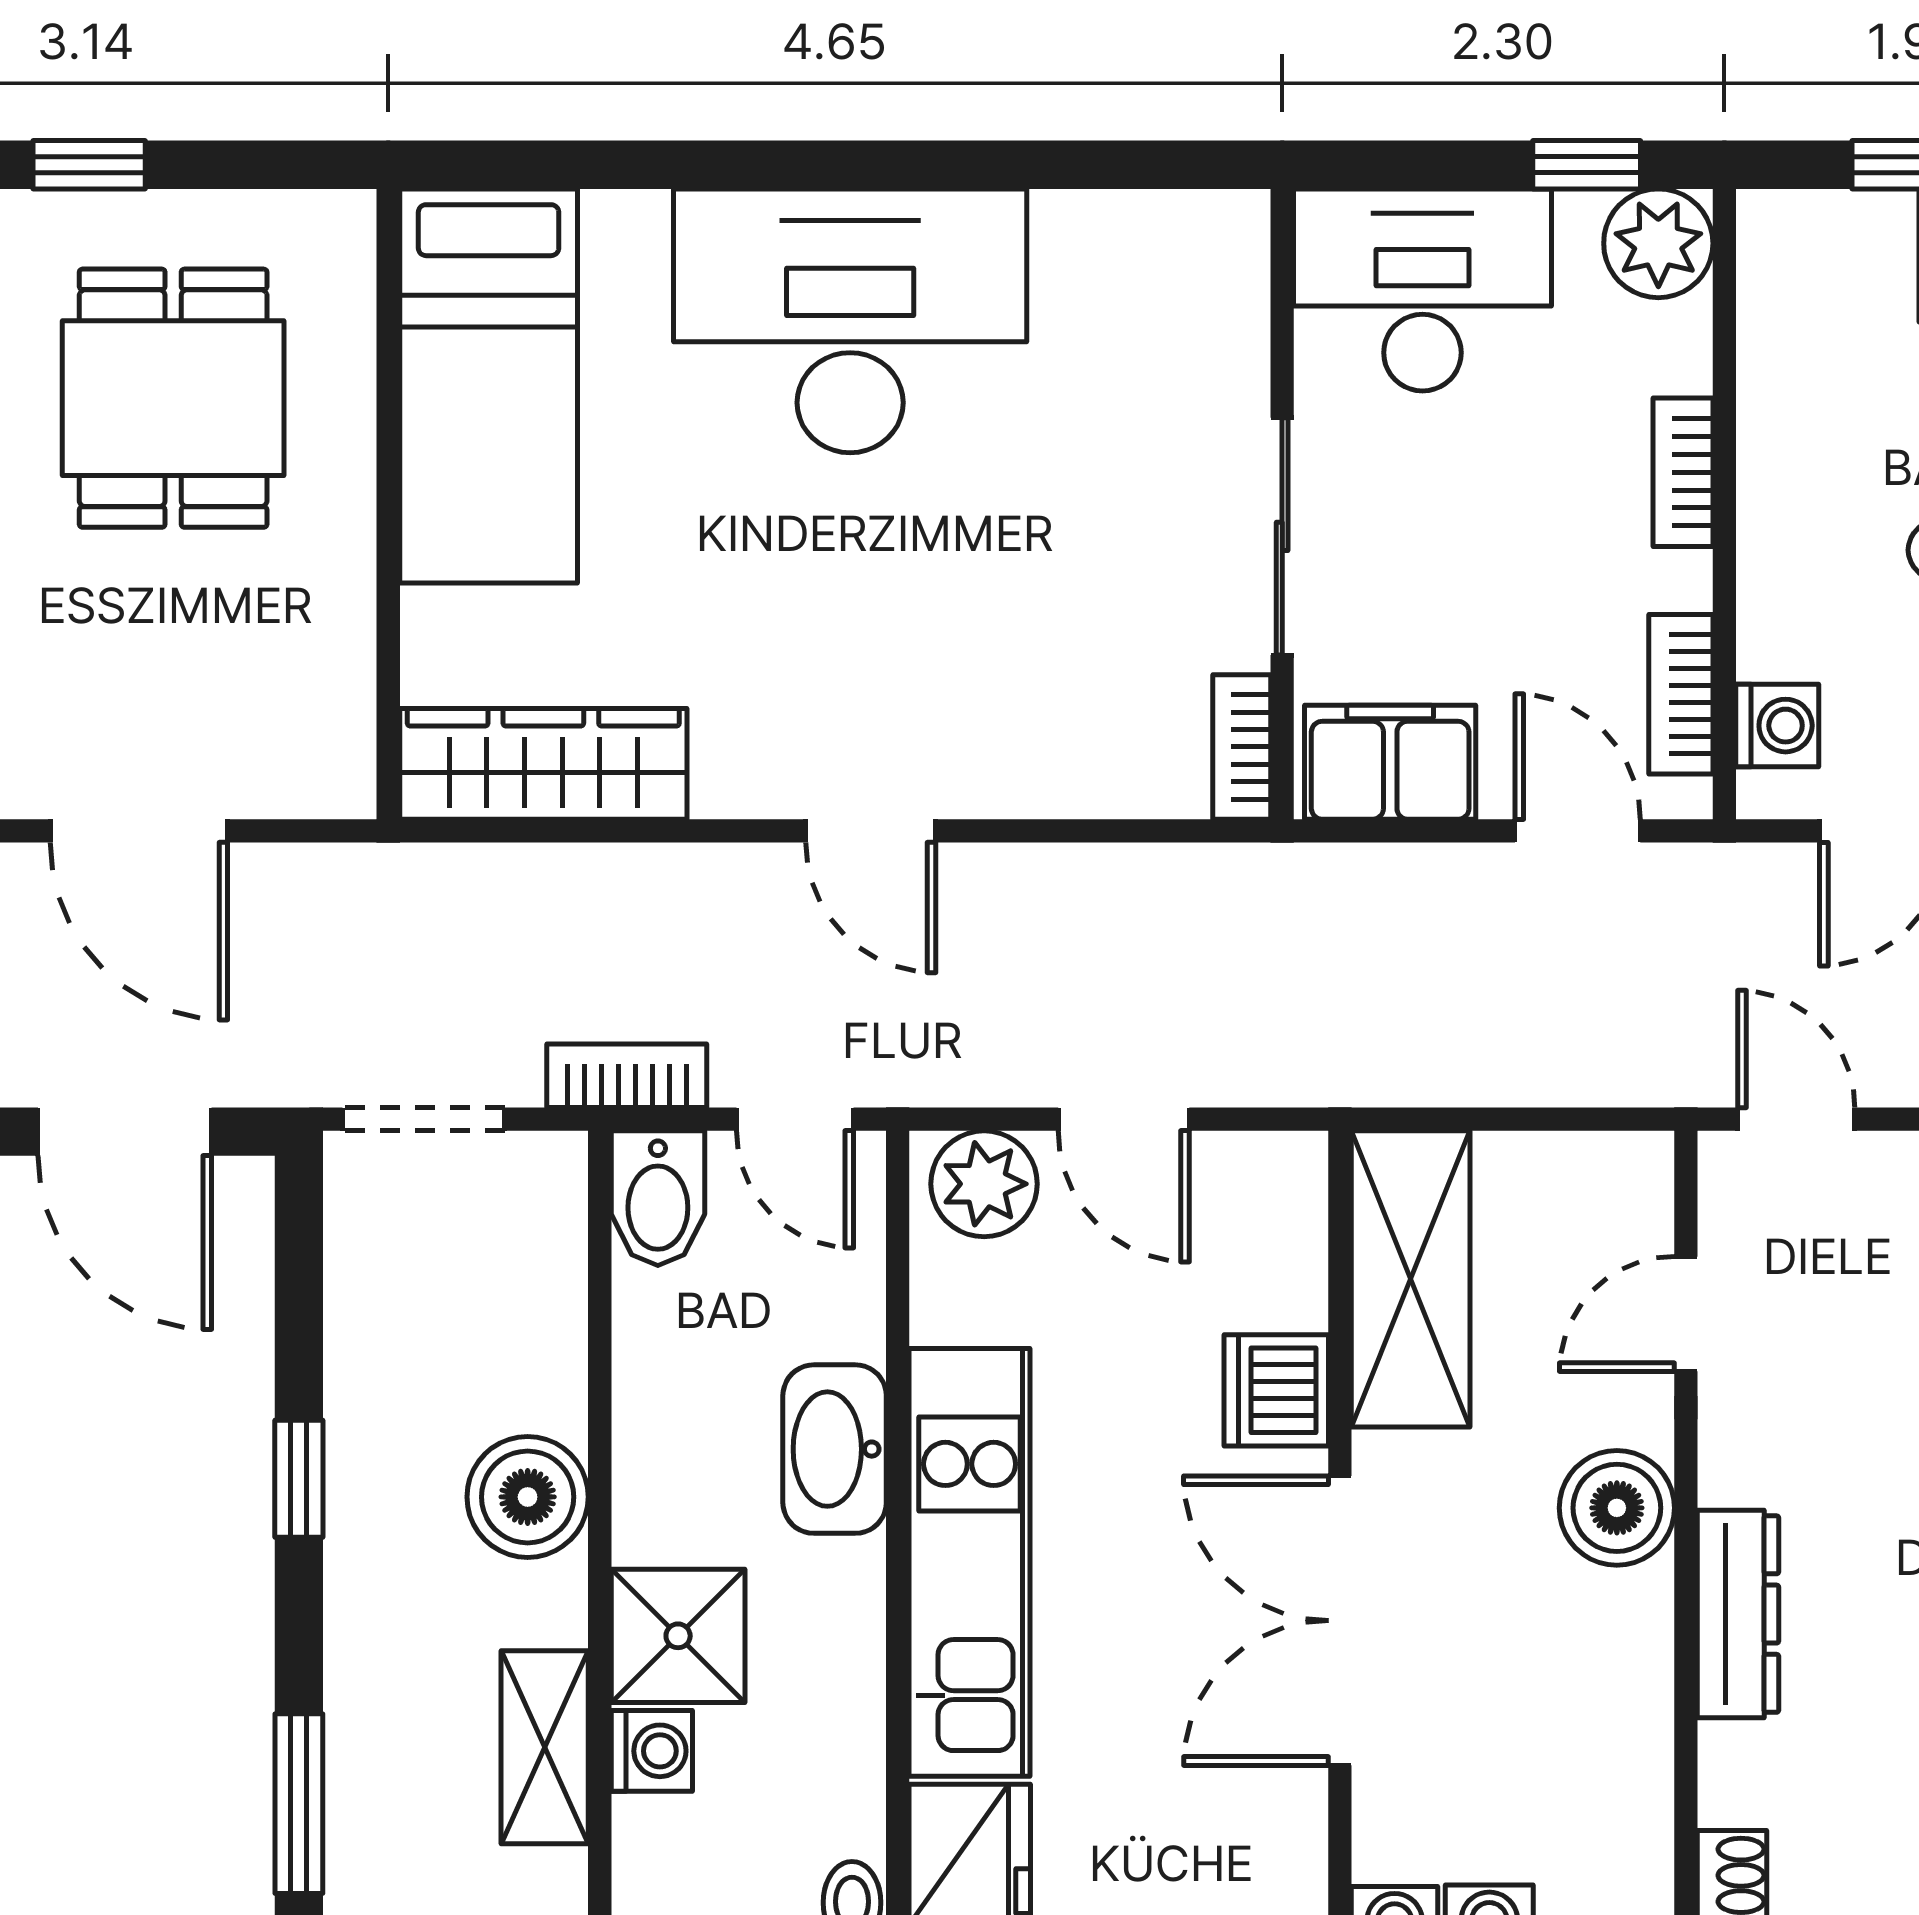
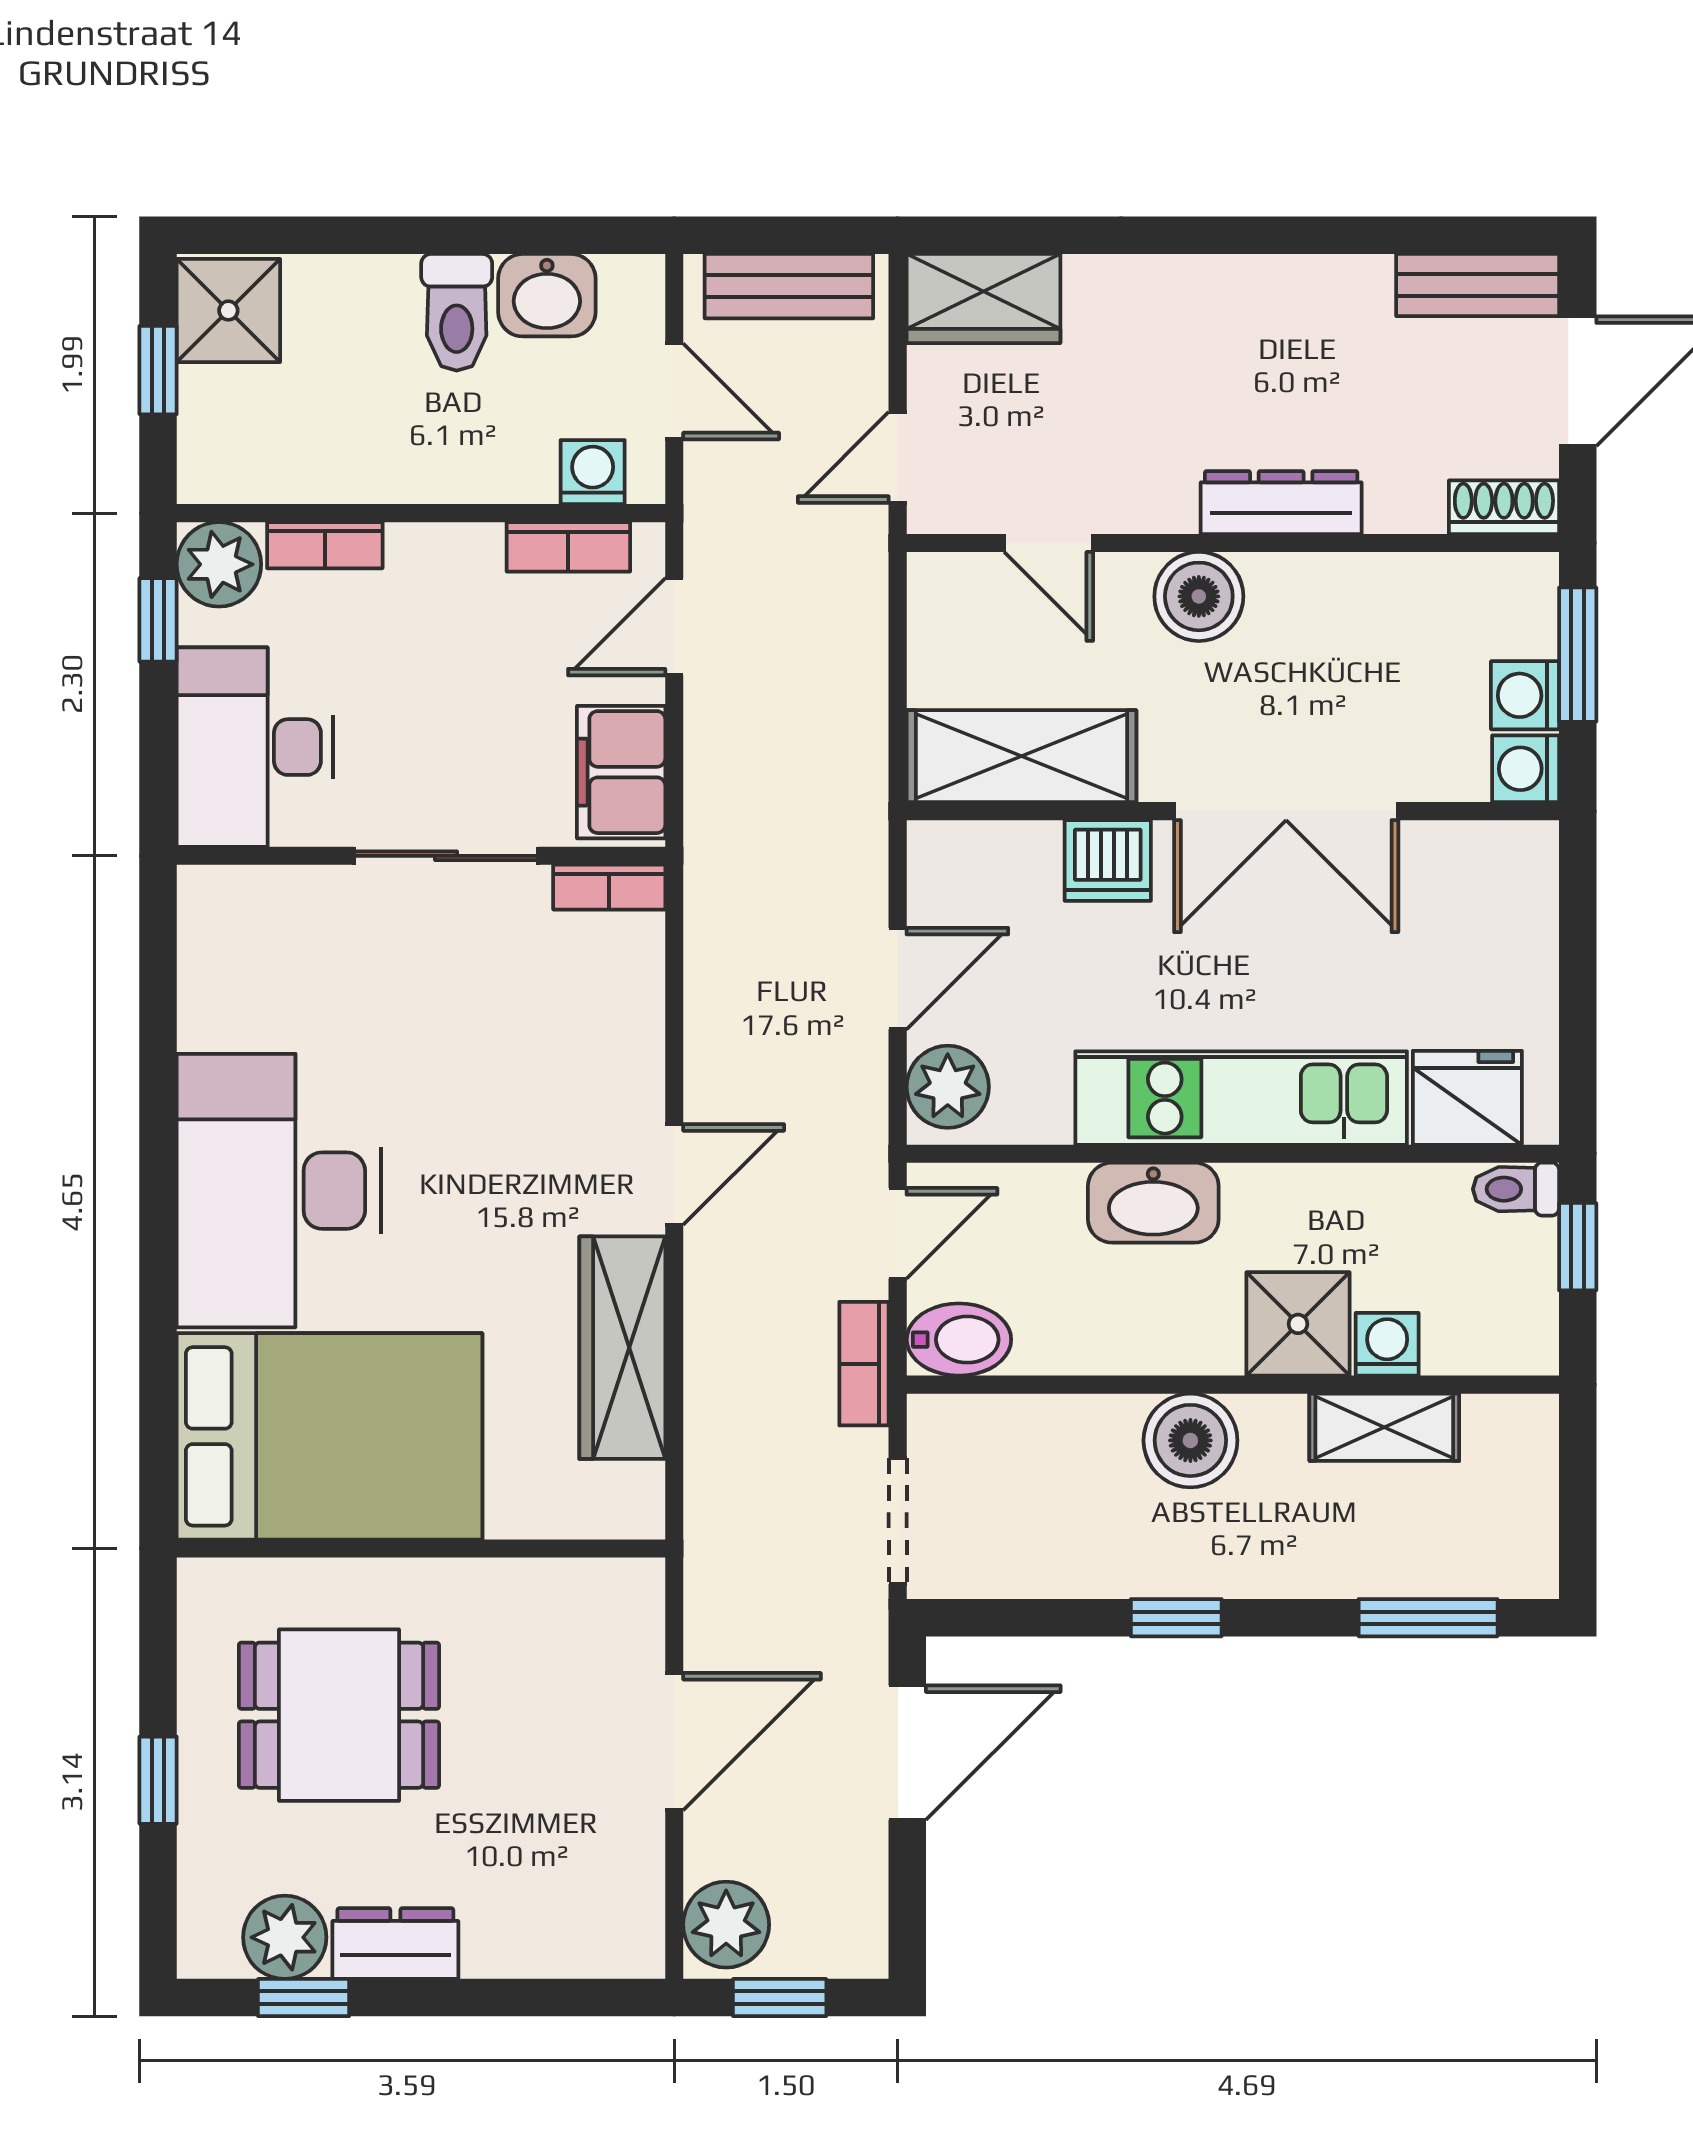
bed: (489, 386) -> (329, 1436), width x1.50
bookcase: (1683, 472) -> (325, 545), moved
wardrobe: (543, 764) -> (622, 1348), moved

